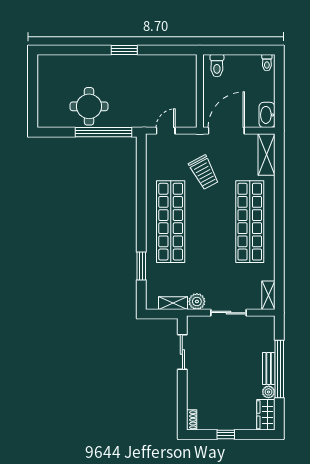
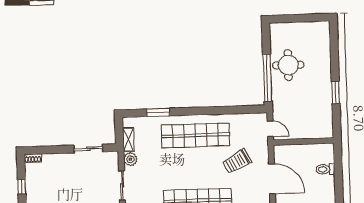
wall: (200, 91) -> (303, 141), moved

